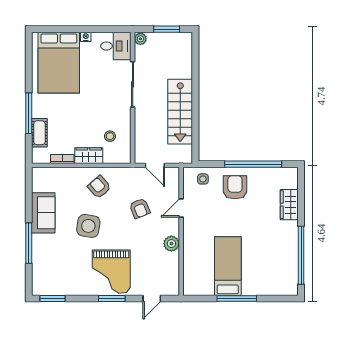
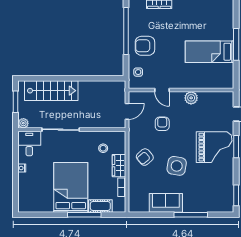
bed: (59, 63) -> (71, 187), moved, turned -90
stairs: (180, 112) -> (51, 91), moved
armchair: (140, 208) -> (162, 124), turned -68

